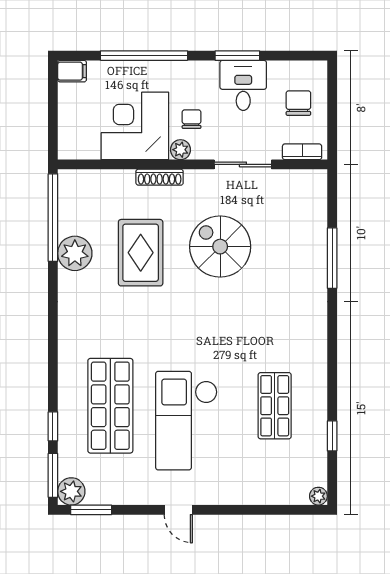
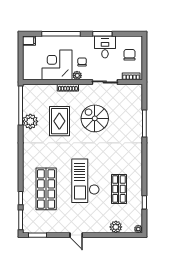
checkout: (186, 421) -> (85, 181), moved
plant: (71, 491) -> (116, 227), moved

